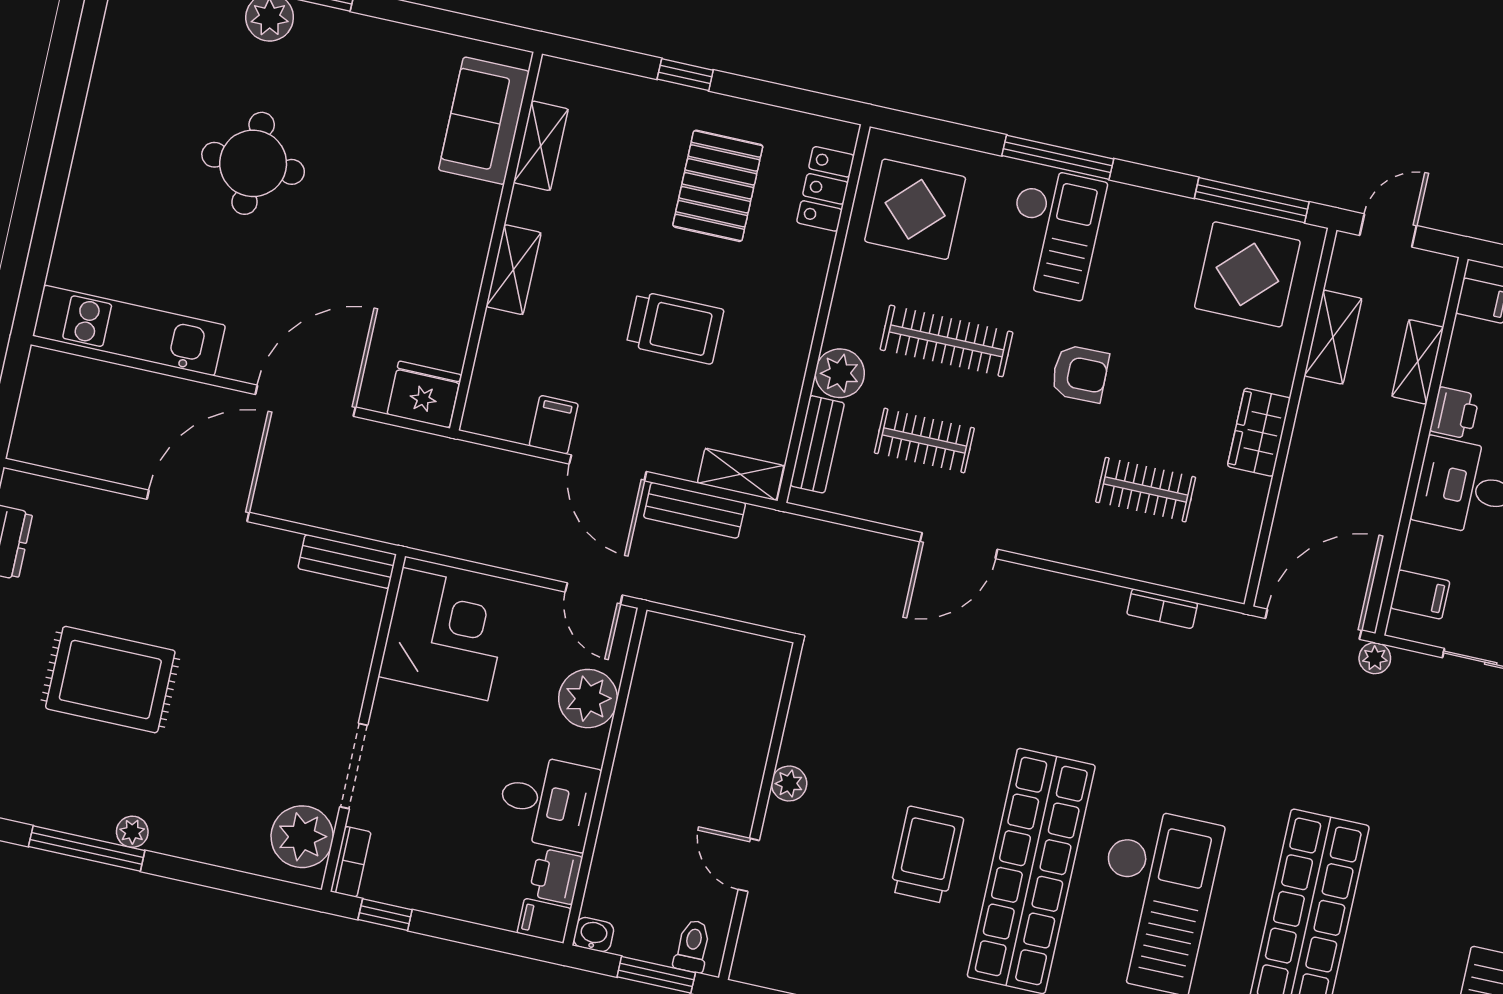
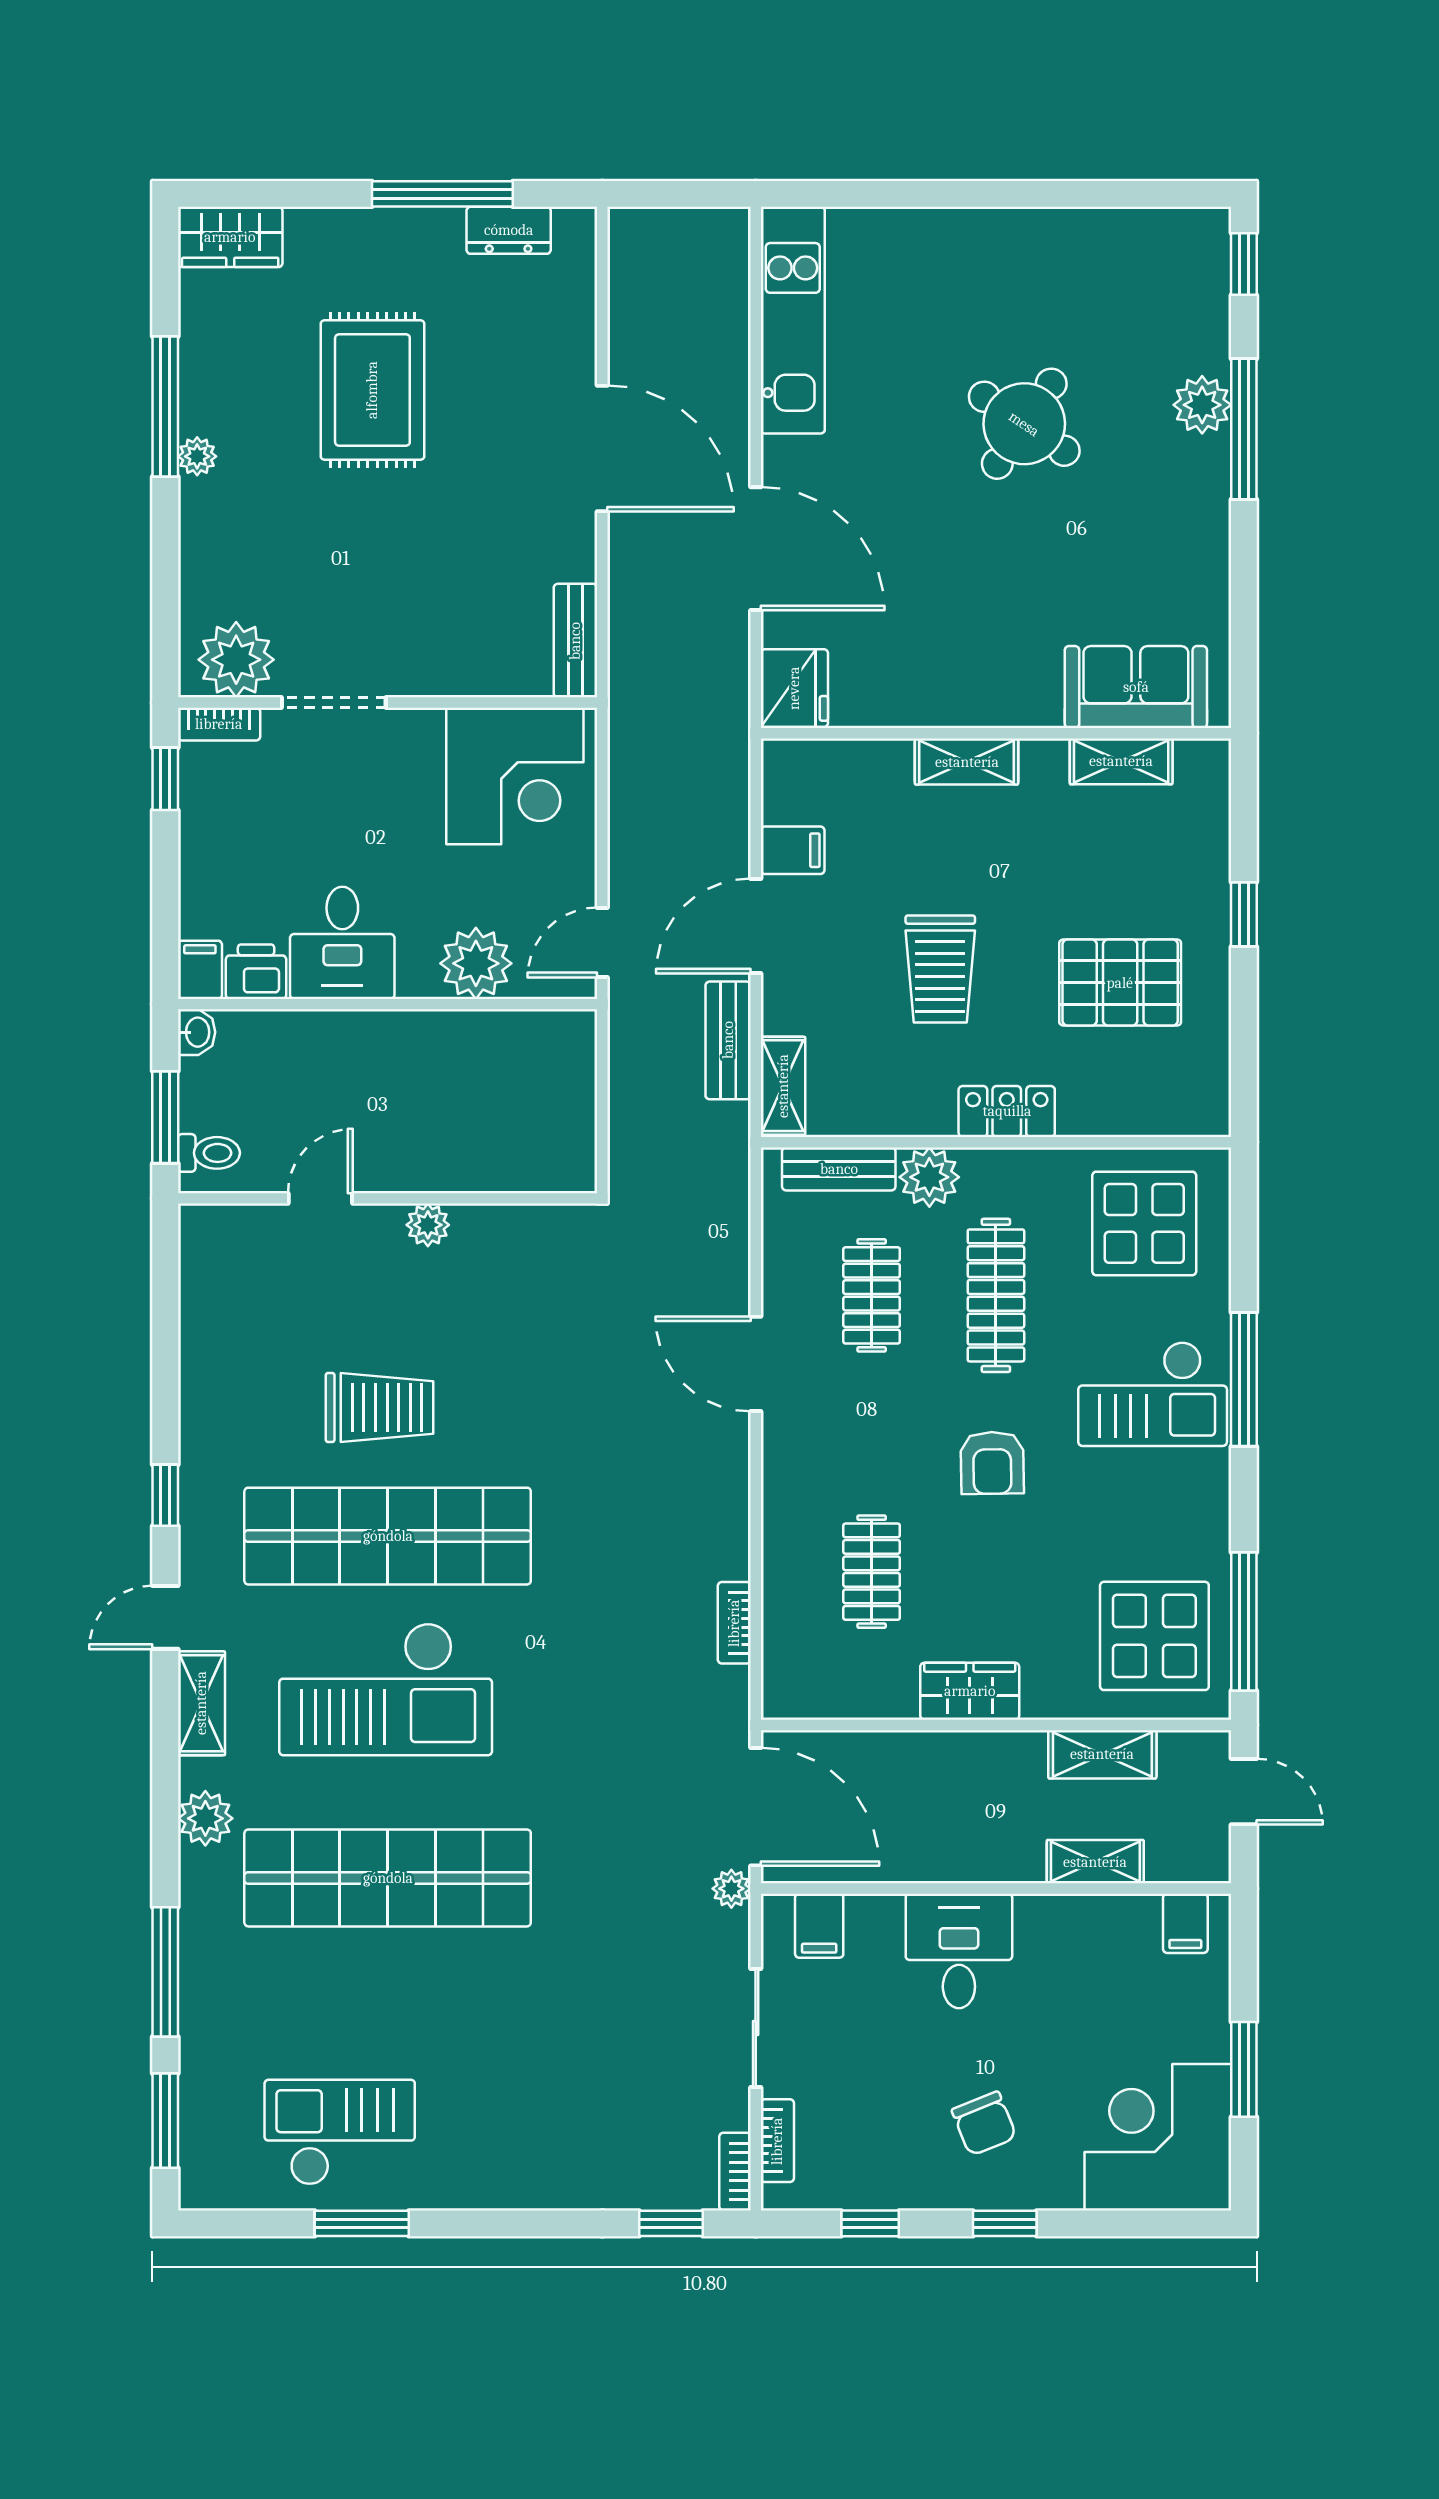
round table: (253, 163) -> (1024, 424), turned 34
locker: (825, 189) -> (1007, 1111), moved
printer: (1455, 413) -> (1044, 1919), removed

